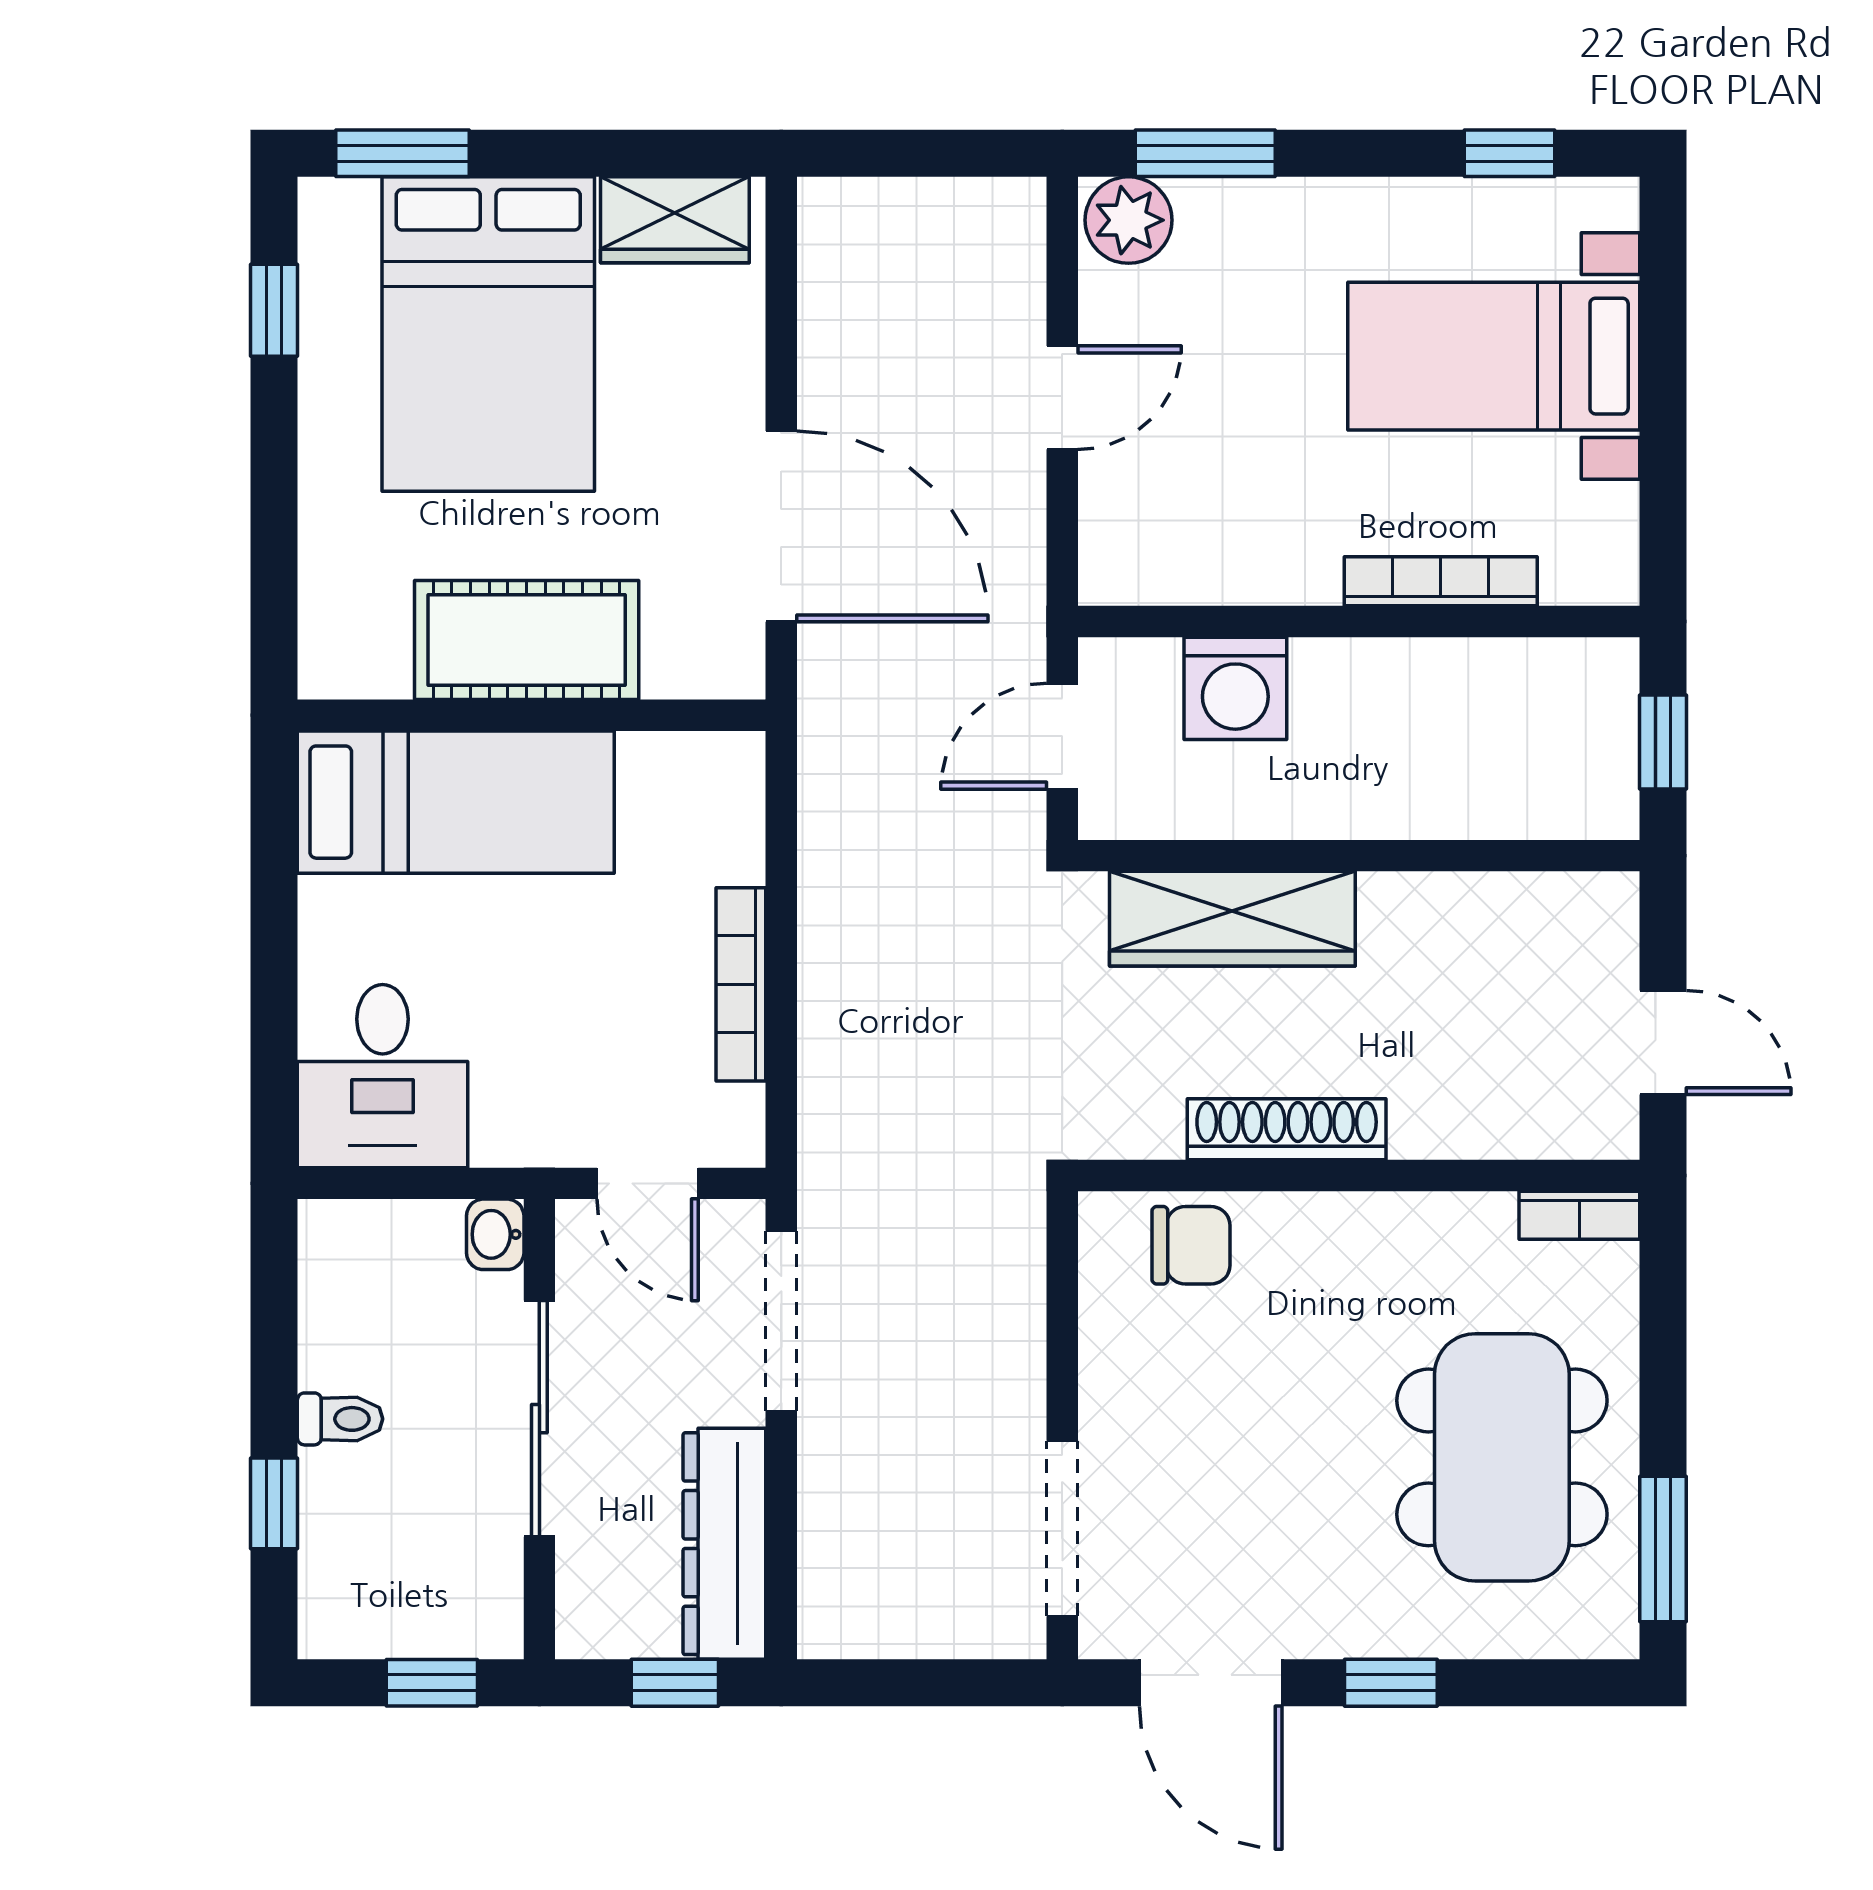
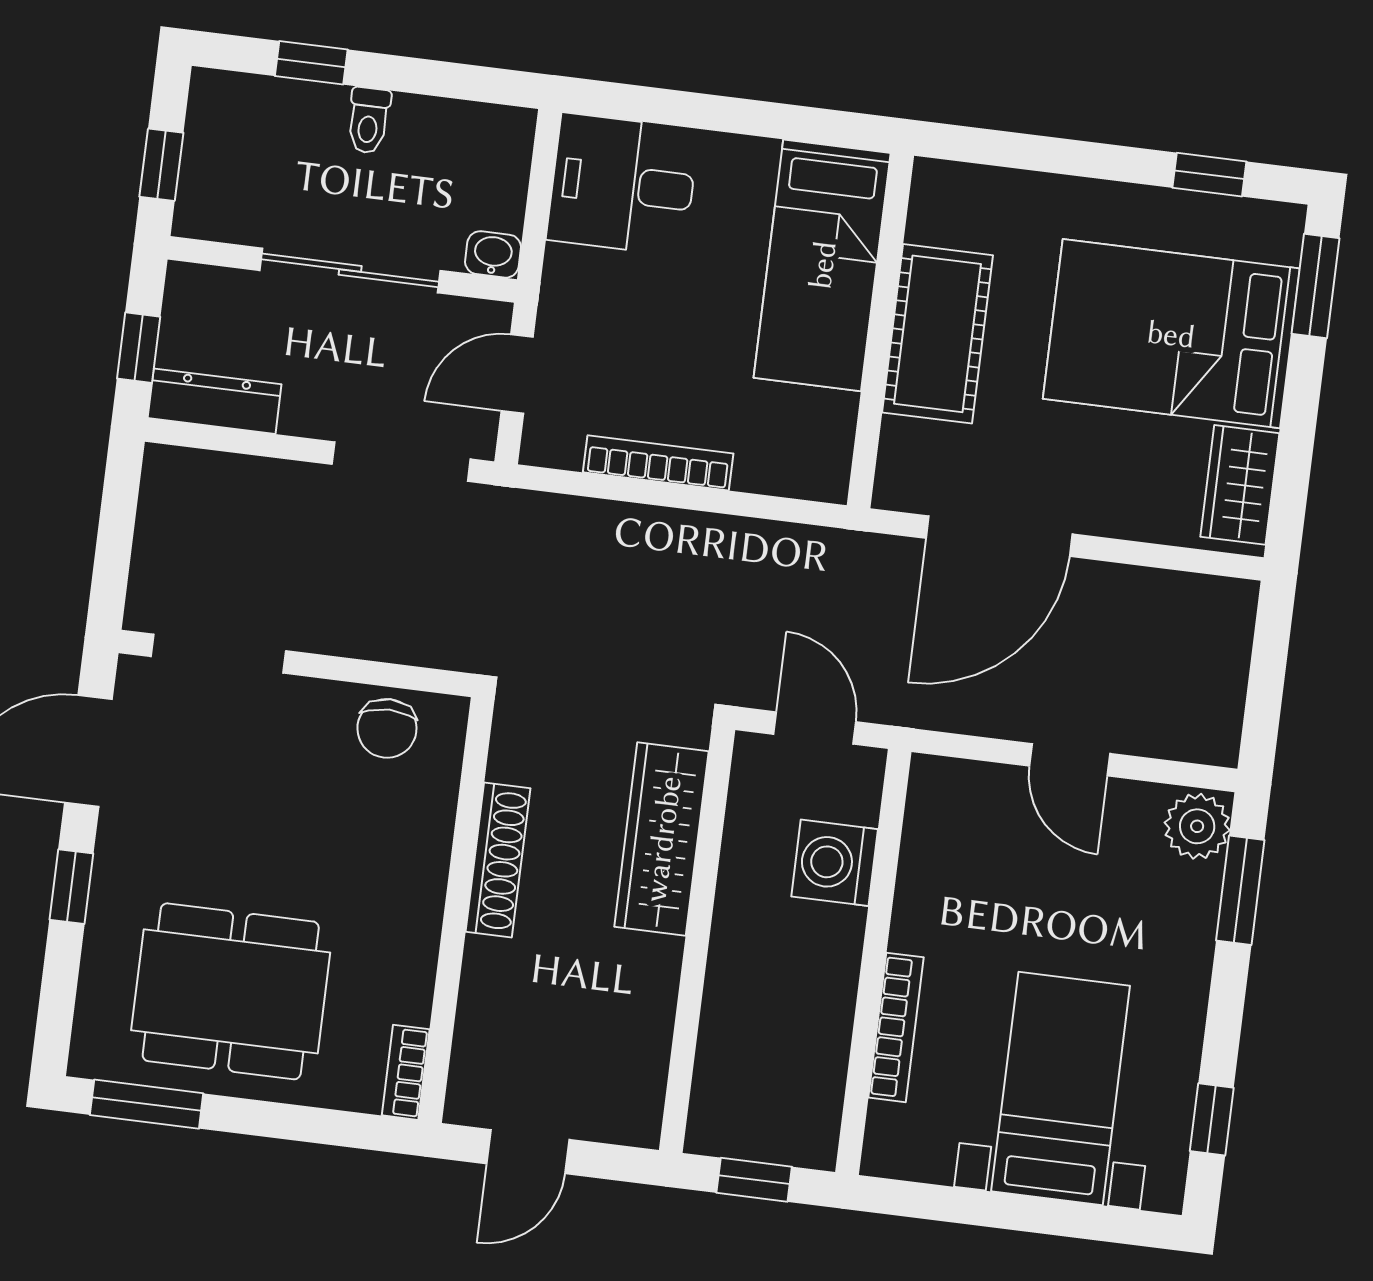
chair: (1191, 1245) -> (387, 728), moved
dresser: (724, 1544) -> (215, 401), width x0.73, depth x0.80

